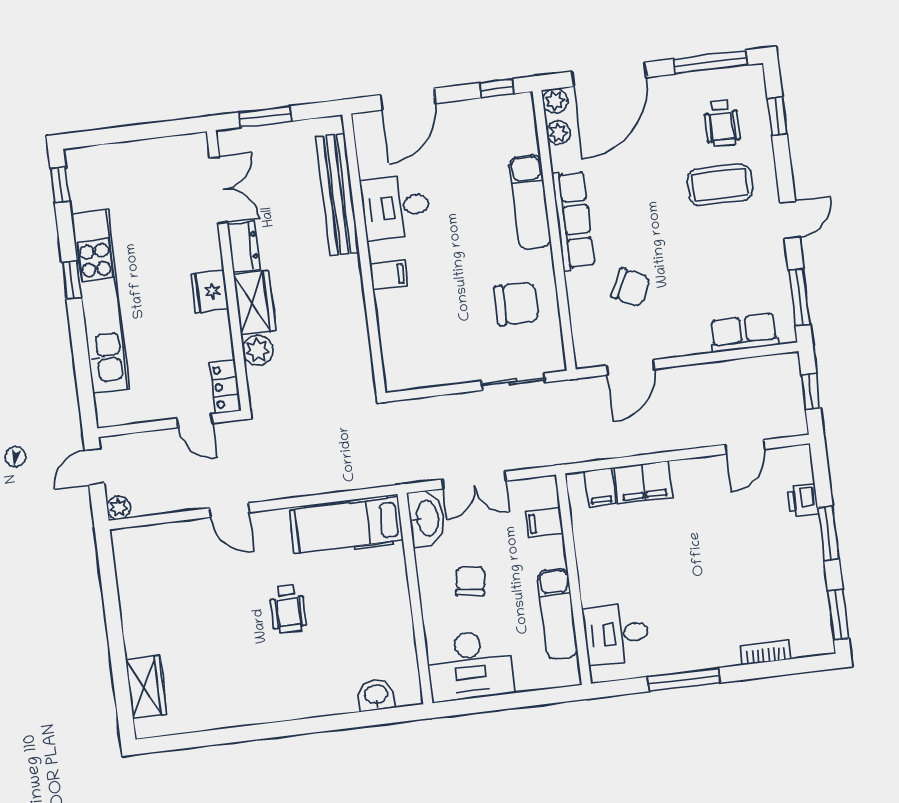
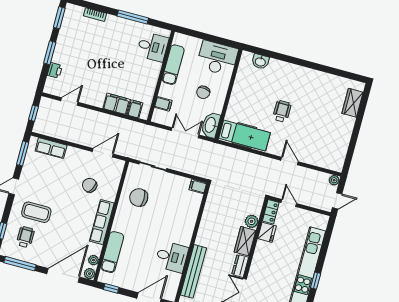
exam couch: (530, 202) -> (112, 252), moved
filing cabinet: (388, 275) -> (198, 186), moved
fridge: (210, 292) -> (267, 232), moved

